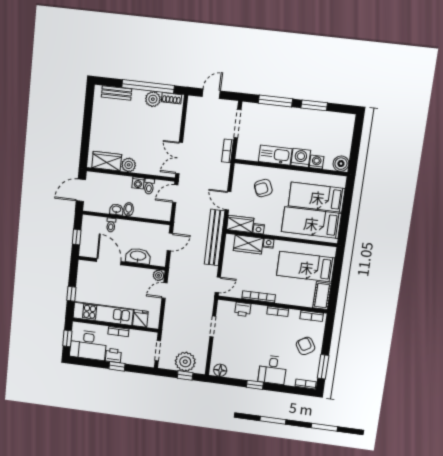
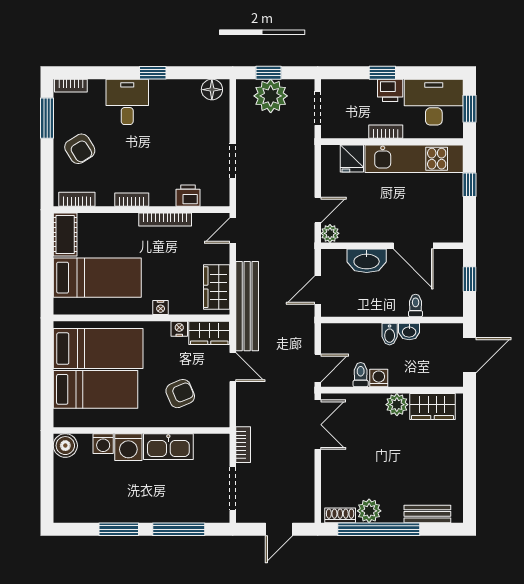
wardrobe: (248, 244) -> (217, 287), moved, turned -90

